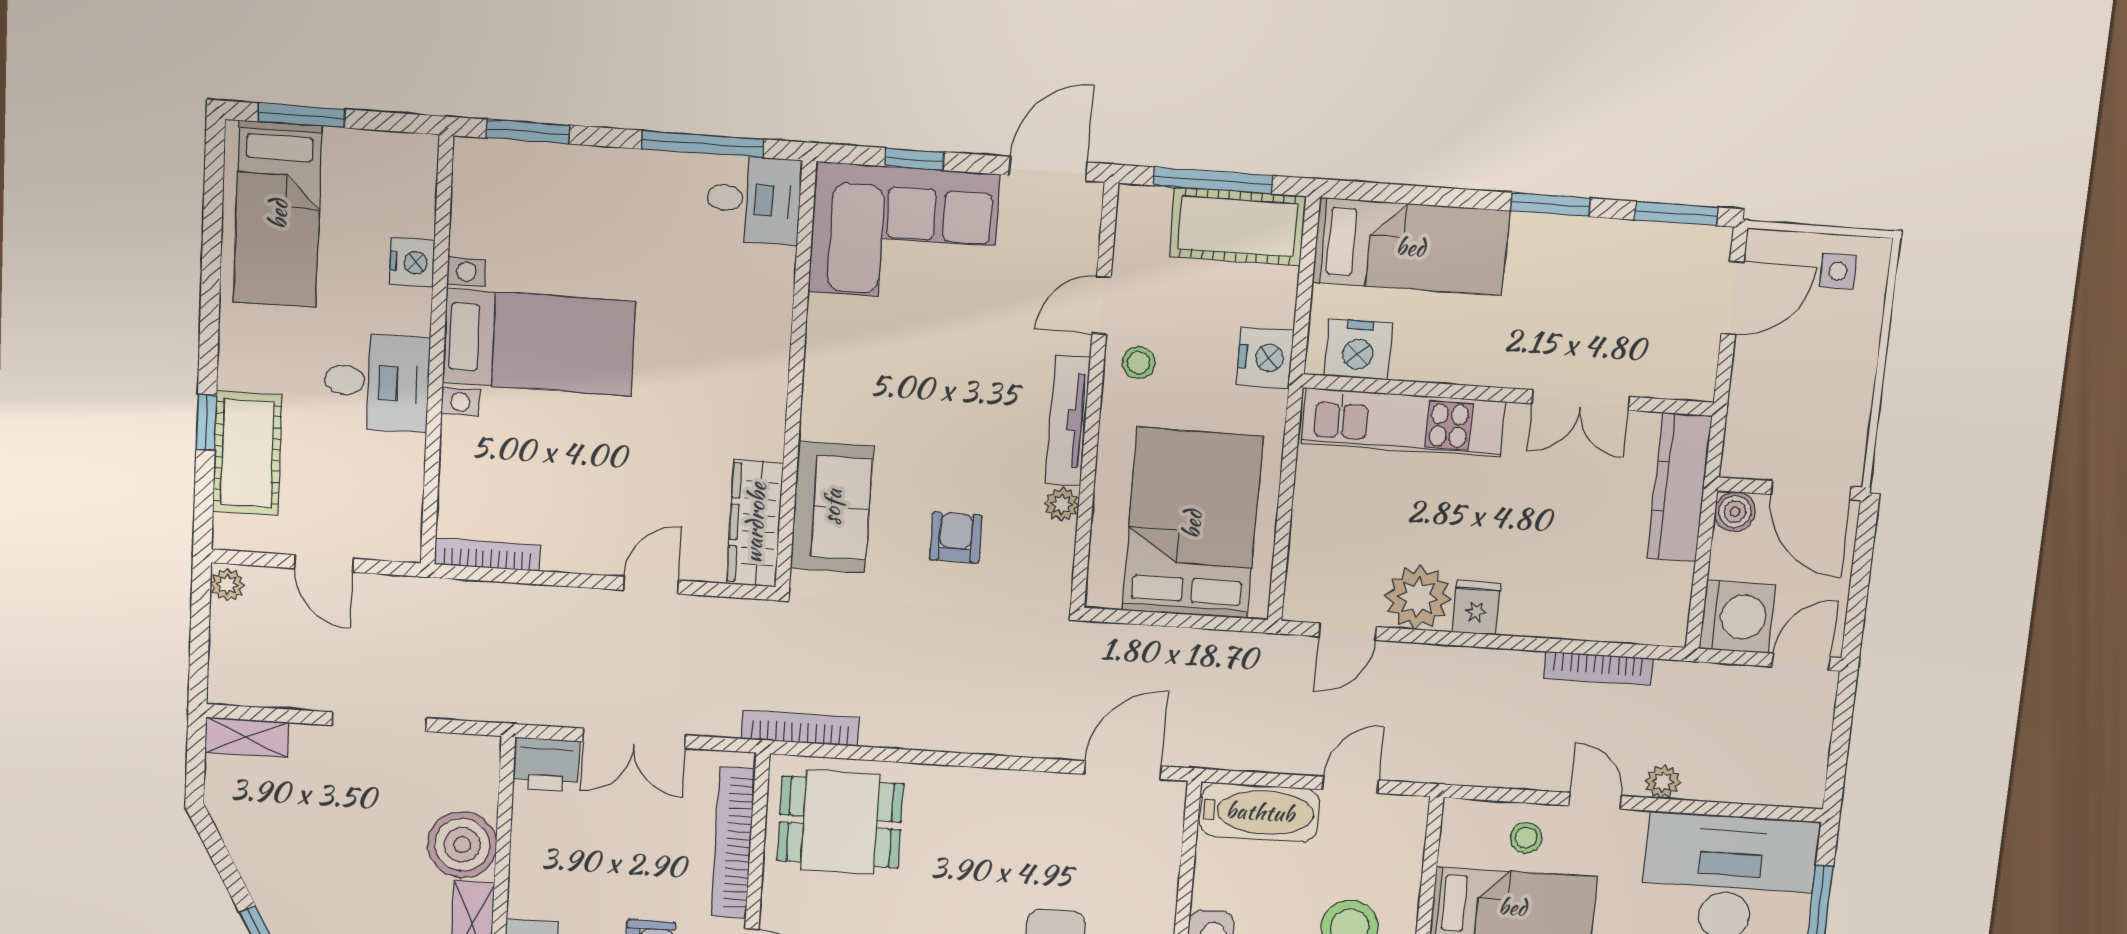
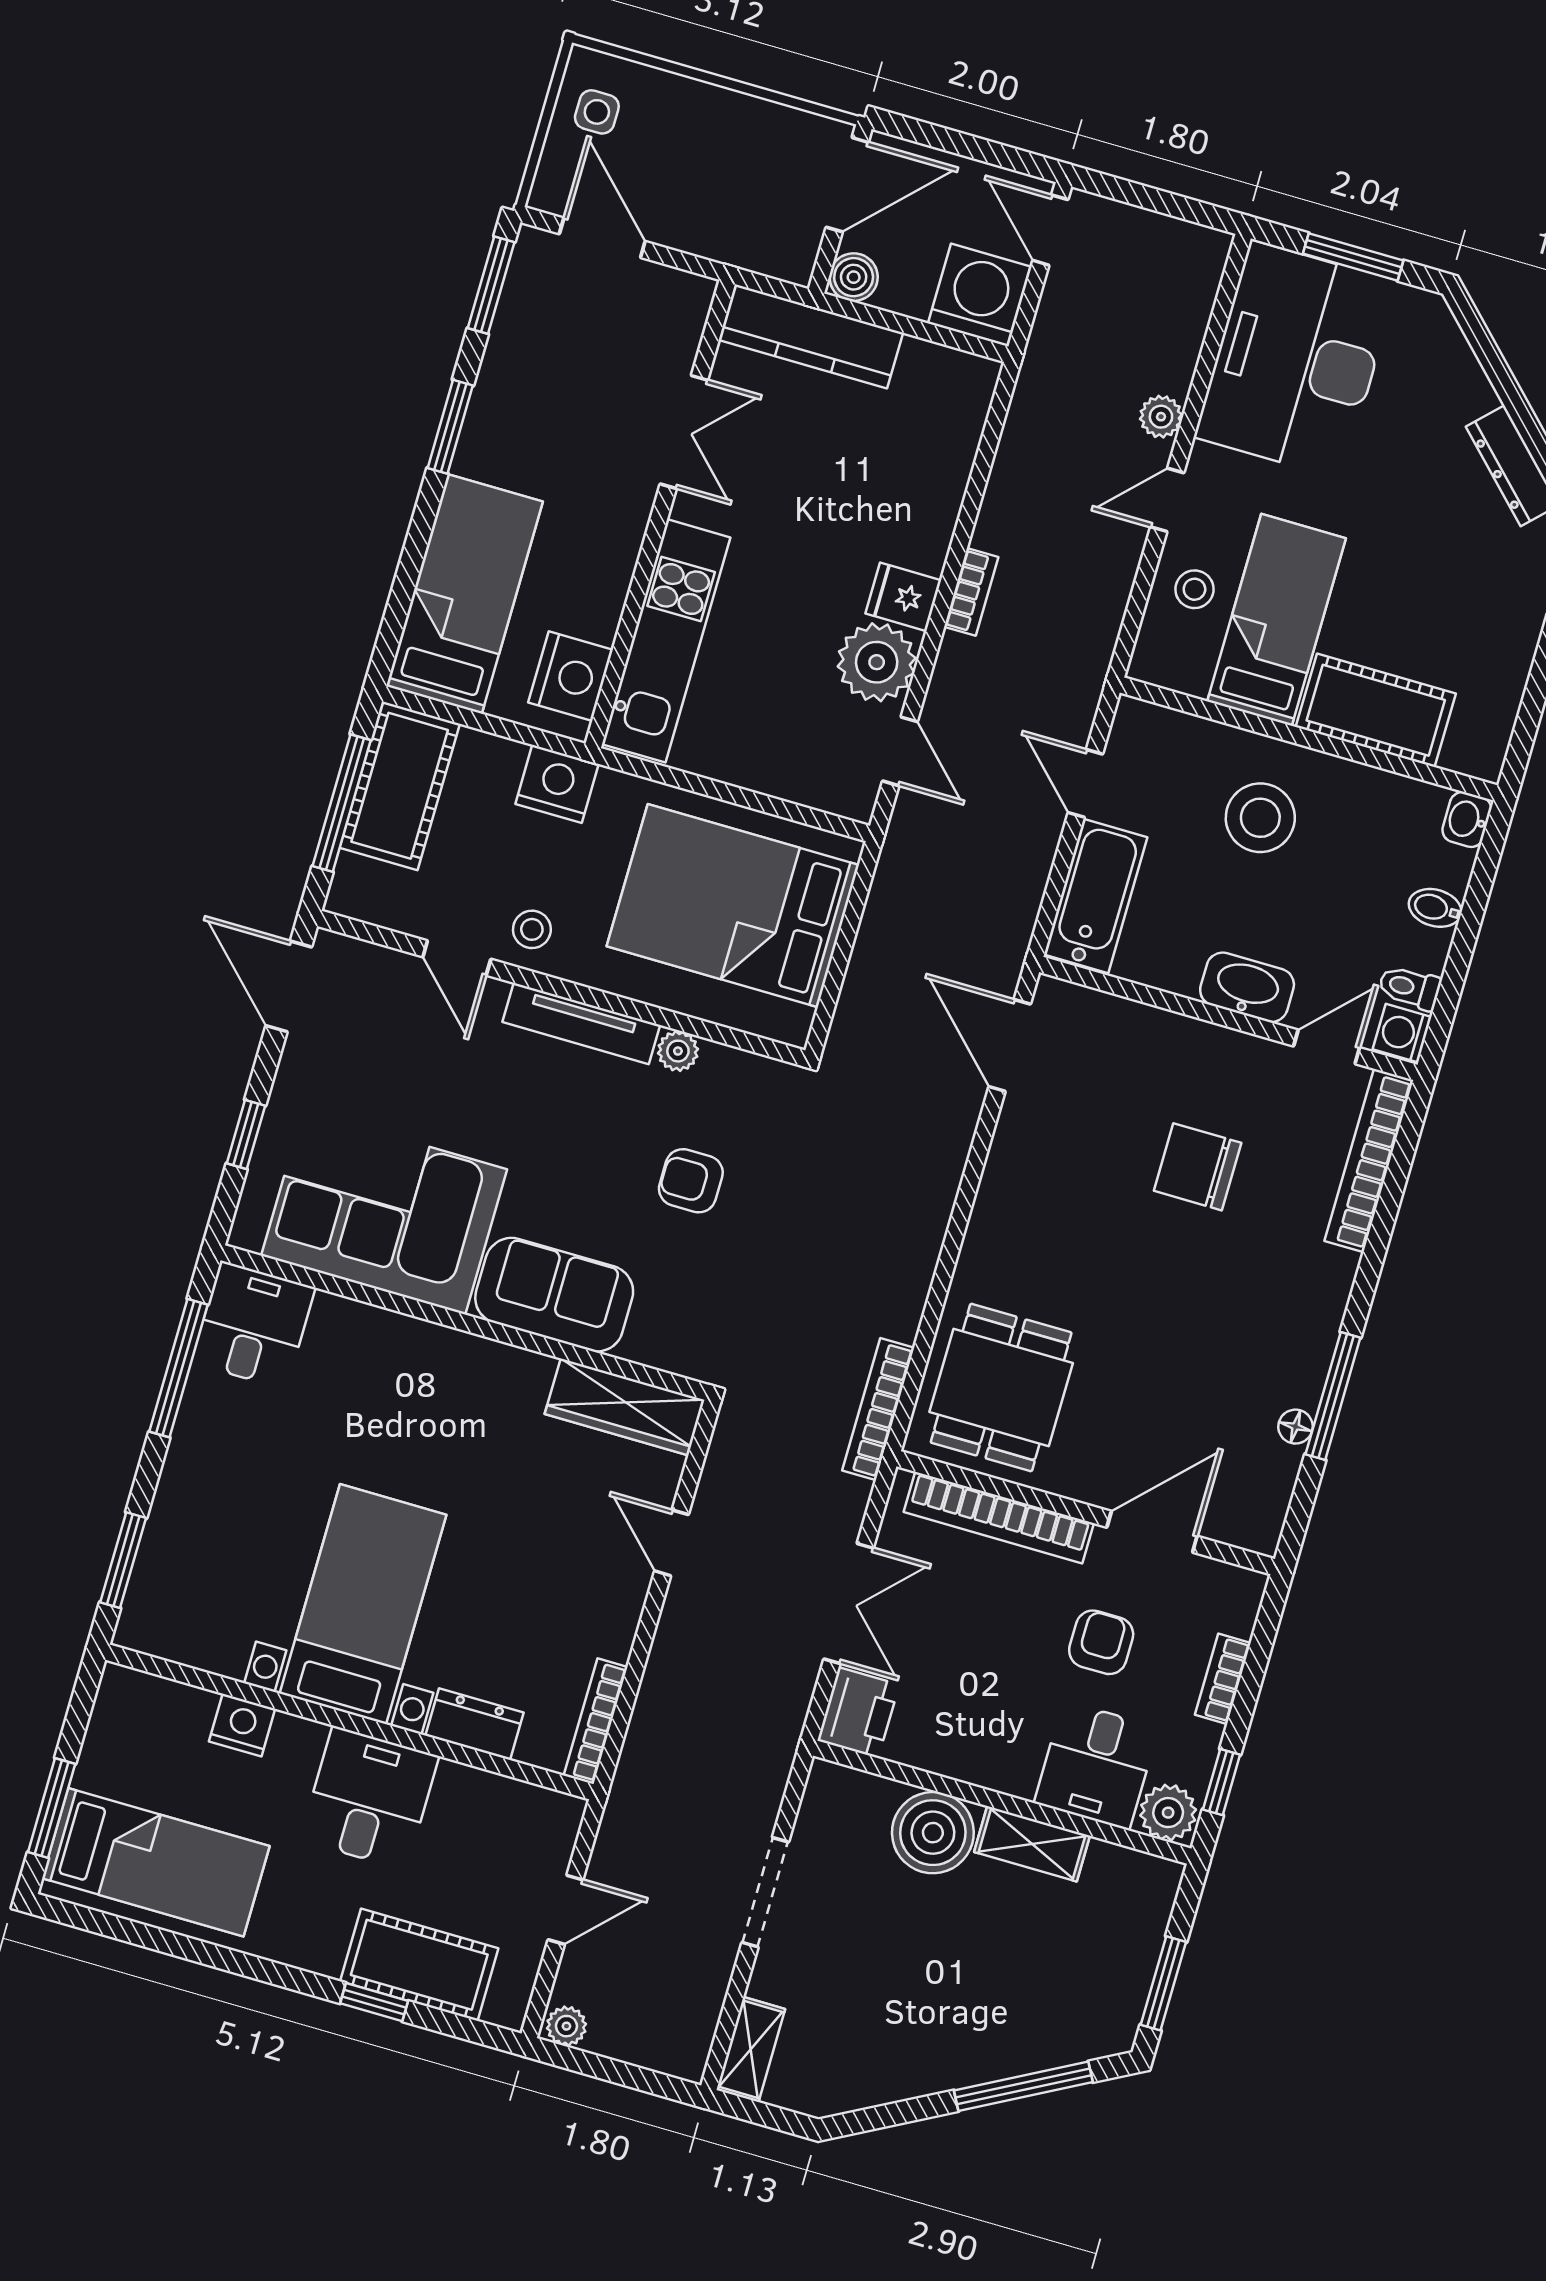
corner sofa: (904, 233) -> (384, 1212), moved, turned -90
dresser: (460, 456) -> (474, 1724), added
sofa: (832, 507) -> (554, 1295), moved
bookcase: (1598, 668) -> (971, 592), moved, width x0.64

